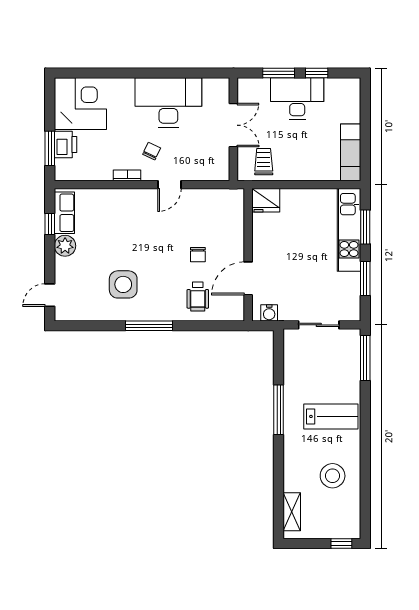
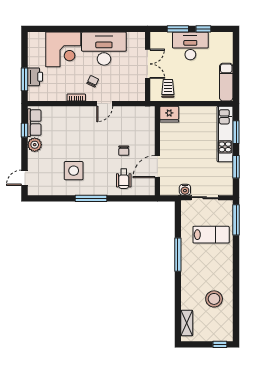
corner desk: (80, 104) -> (63, 49), moved, turned 90
water cooler: (269, 313) -> (185, 190), moved
lab bench: (331, 416) -> (211, 235), moved

